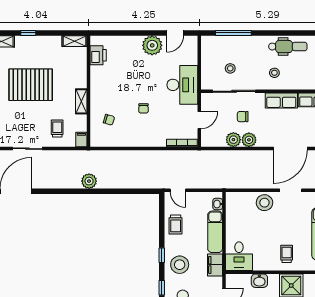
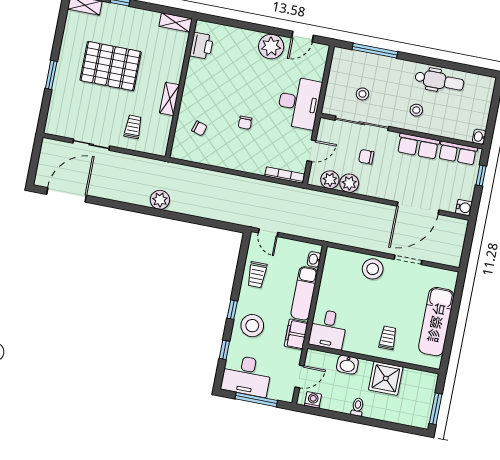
filing cabinet: (81, 140) -> (160, 146), removed
plant: (249, 140) -> (330, 180), moved

